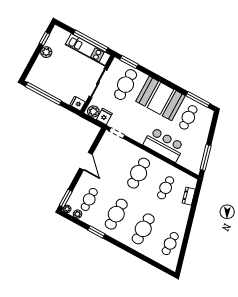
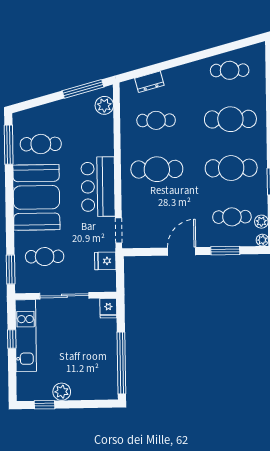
window: (91, 41) -> (12, 339), width x0.32
cafe table: (126, 85) -> (45, 257), width x0.73, depth x0.74
plant: (93, 111) -> (104, 105), moved
bar counter: (164, 145) -> (98, 187), moved
window: (66, 198) -> (225, 251), moved

